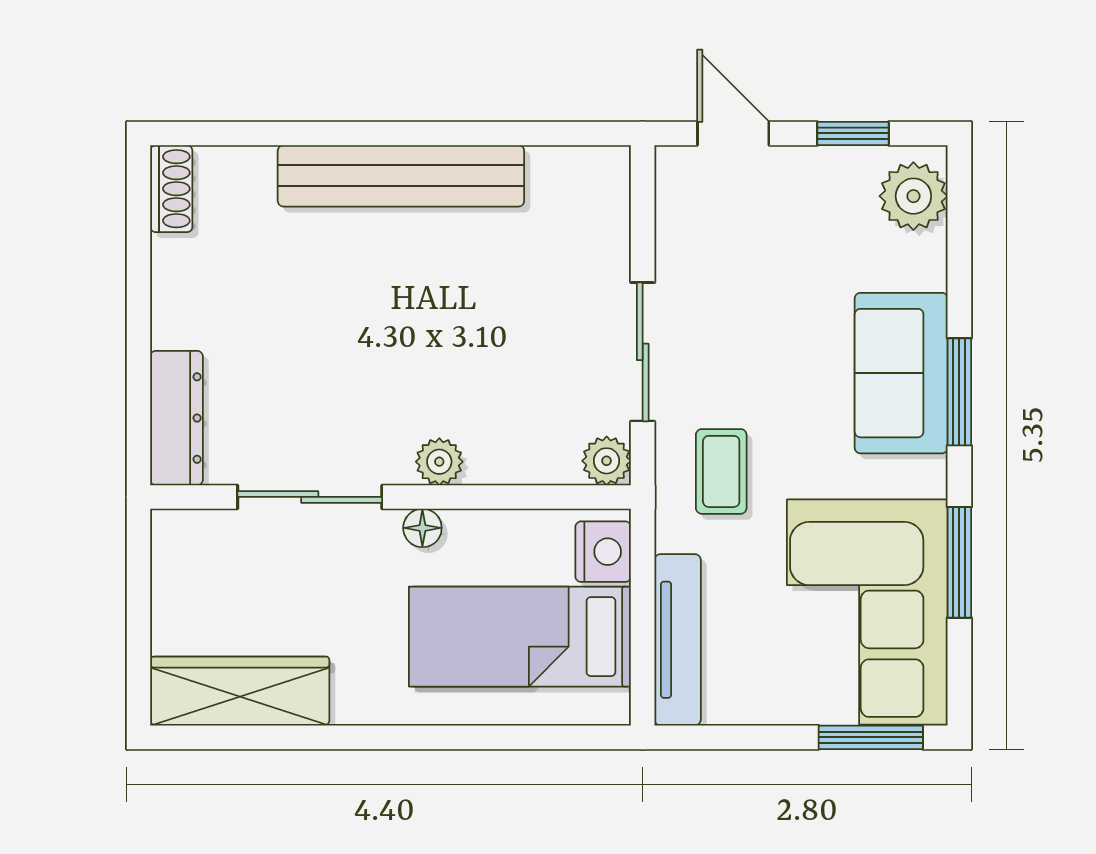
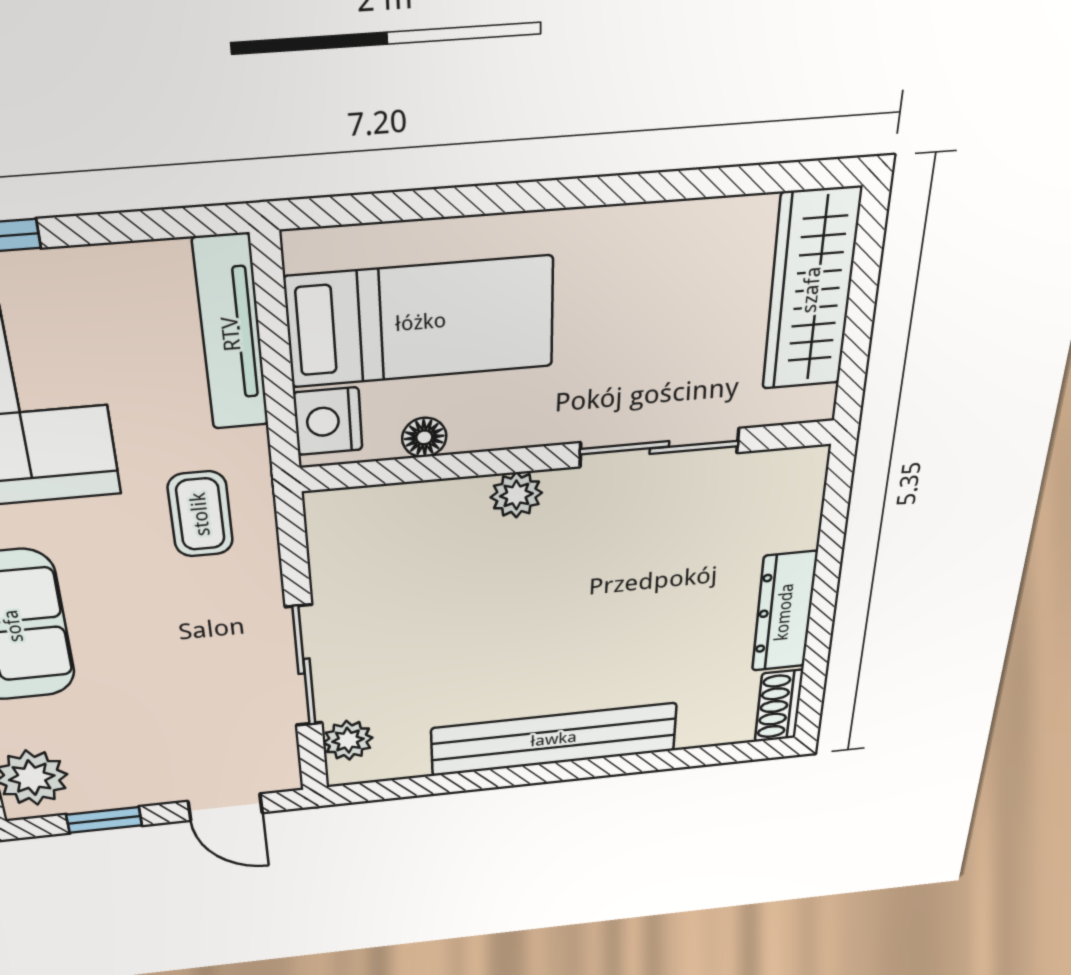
sliding door: (643, 352) -> (304, 666), moved
dresser: (177, 418) -> (784, 612), moved
plant: (607, 461) -> (348, 740), moved
floor lamp: (422, 528) -> (424, 437), moved
wardrobe: (240, 691) -> (811, 290), moved, turned 90

